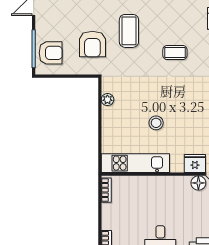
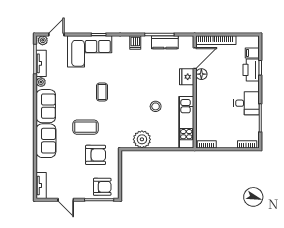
armchair: (51, 53) -> (102, 187), turned 90
plant: (107, 100) -> (142, 139), width x1.87, depth x1.87

